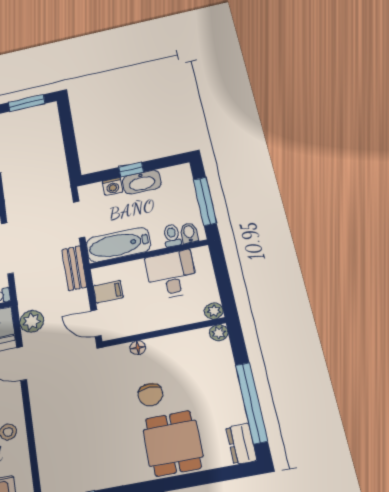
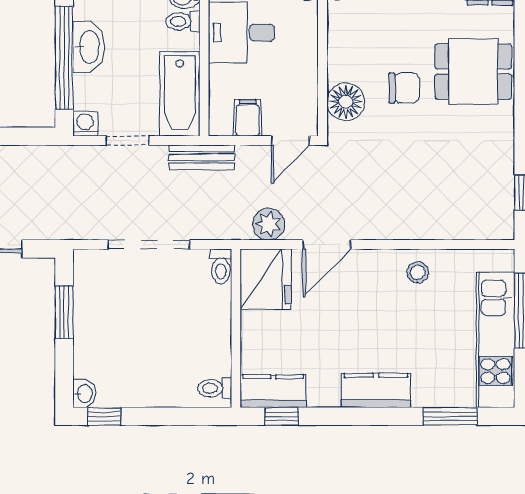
window: (131, 170) -> (64, 58), width x3.17
washing machine: (113, 186) -> (85, 124), moved, turned -90
doorway: (79, 220) -> (127, 141), width x0.73
floor lamp: (138, 348) -> (346, 102), width x1.89, depth x1.89

